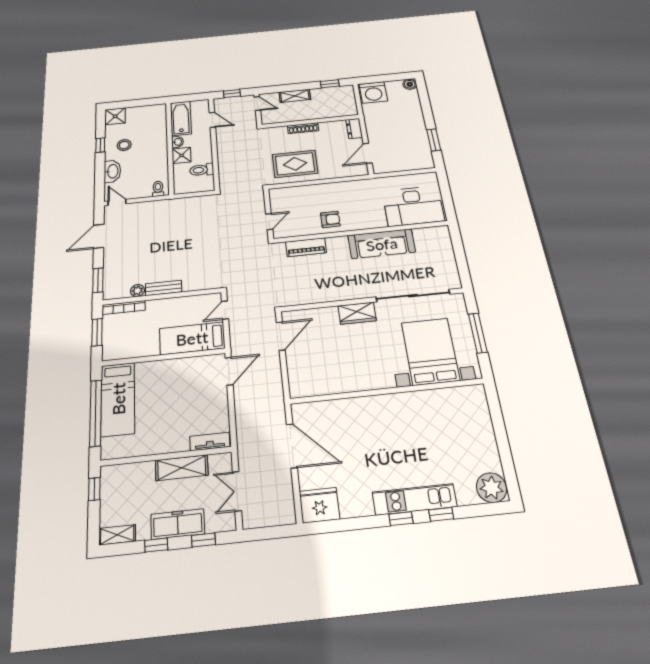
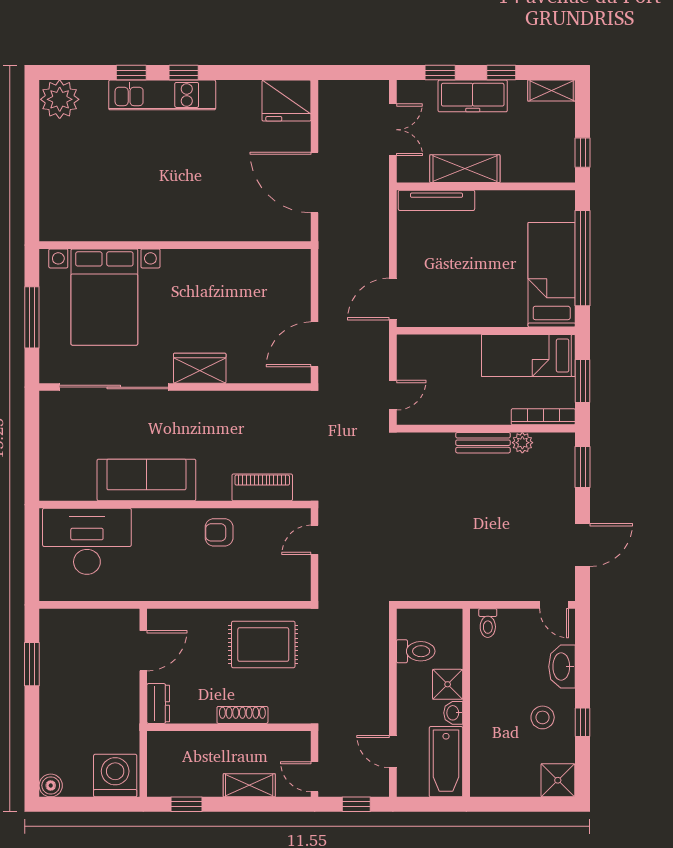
bed: (192, 338) -> (528, 356), moved, turned 180
tv unit: (210, 442) -> (436, 200), width x1.41

